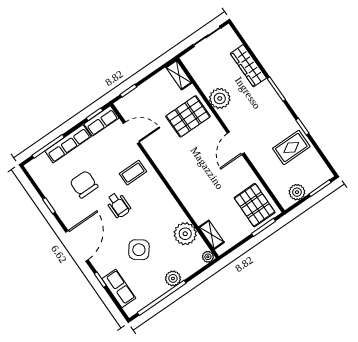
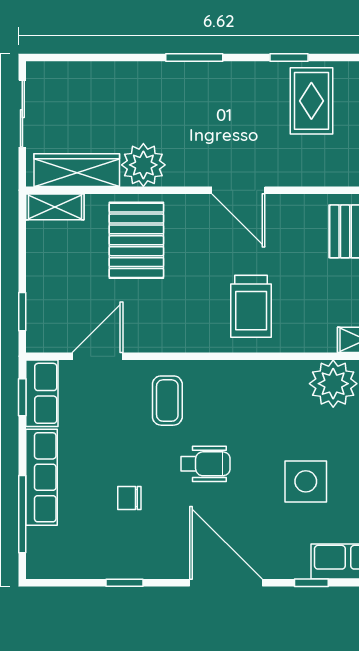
wardrobe: (248, 66) -> (77, 170), moved, turned 180
trolley: (193, 180) -> (251, 306), added
chair: (84, 184) -> (129, 498), width x0.54, depth x0.54
side table: (139, 250) -> (306, 481), turned -37

